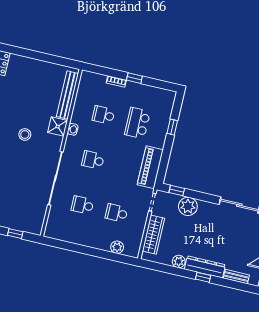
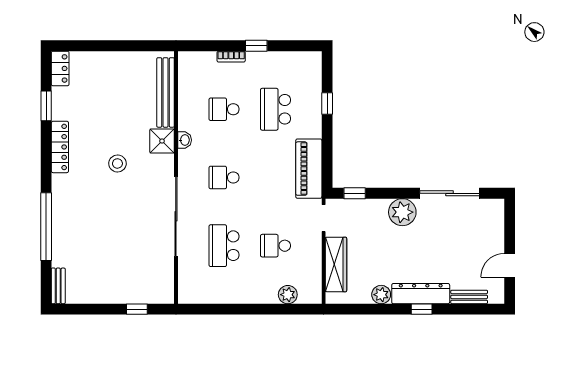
school desk: (82, 205) -> (224, 246), width x1.85
plant: (188, 206) -> (402, 212), moved

